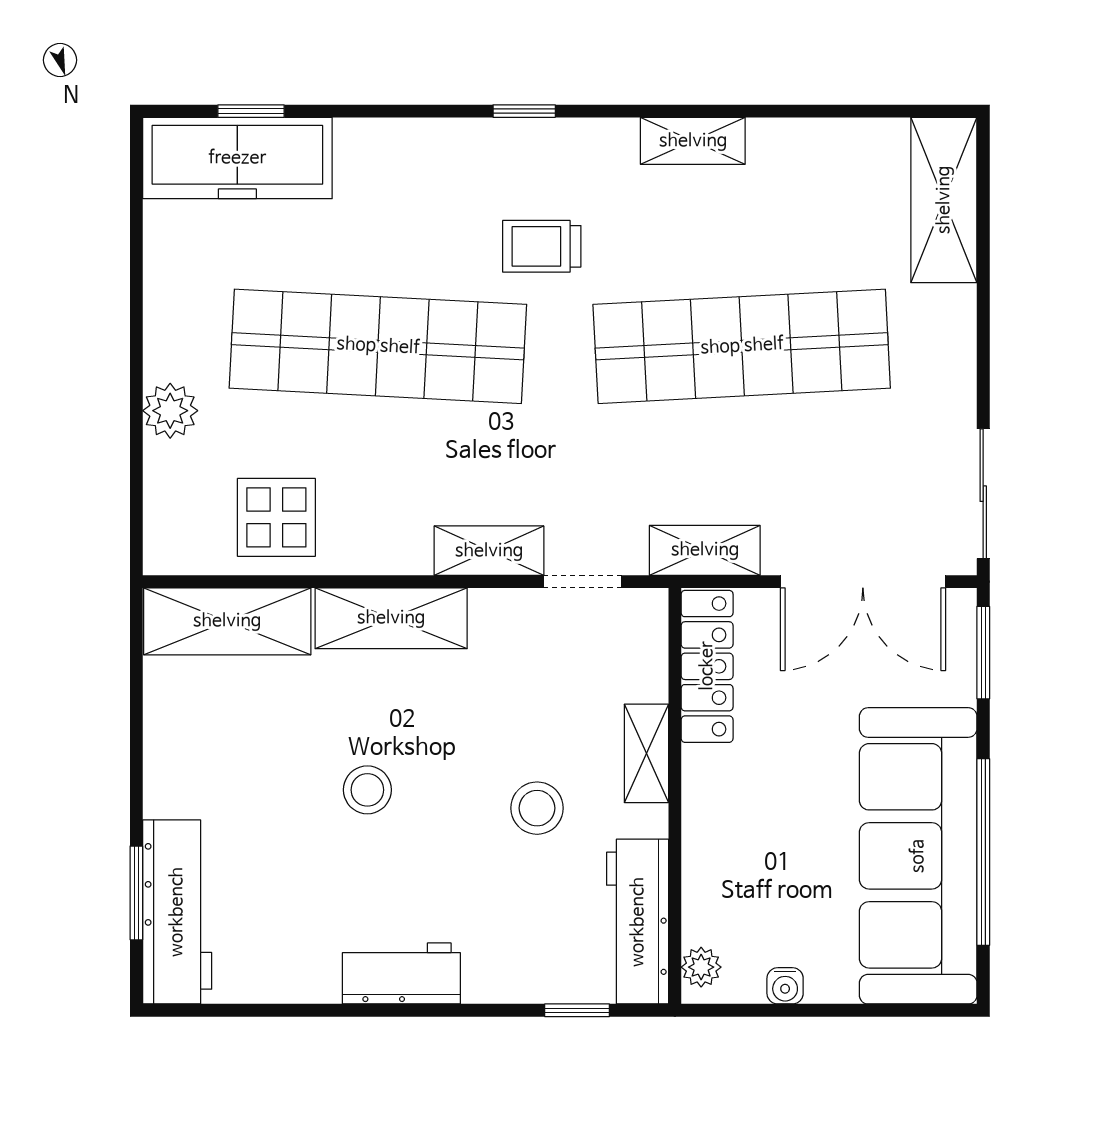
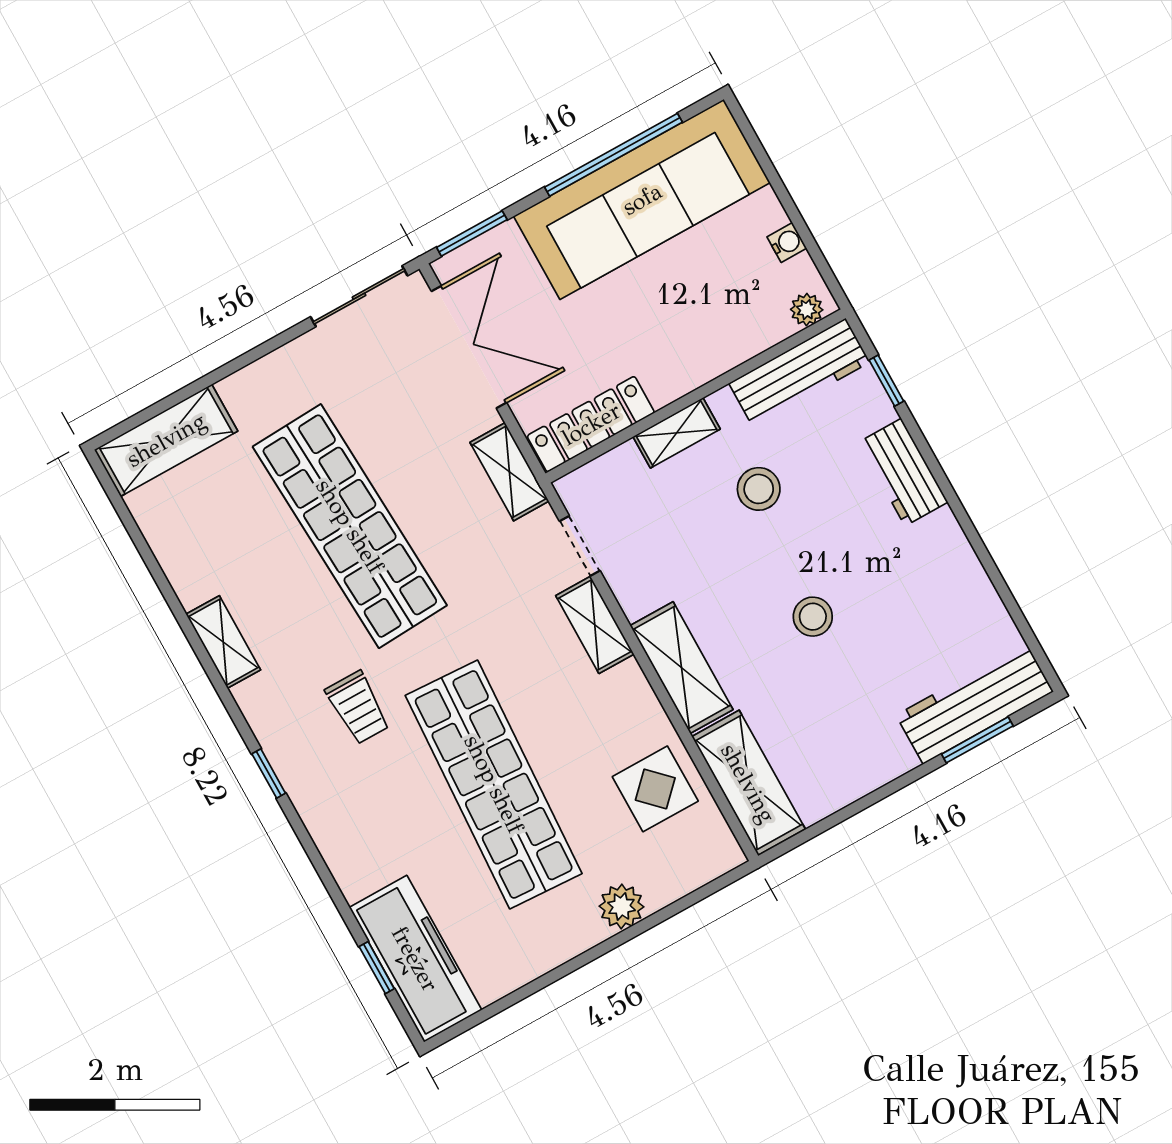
workbench: (401, 973) -> (903, 472), moved

